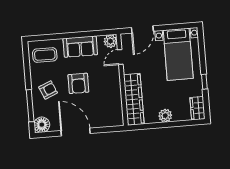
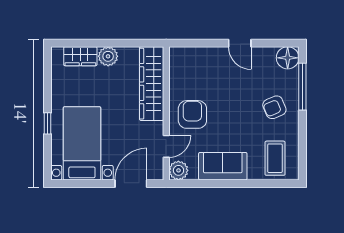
coffee table: (45, 55) -> (275, 158), turned 90
window: (204, 82) -> (47, 123), moved
armchair: (78, 83) -> (192, 114), moved
wardrobe: (197, 108) -> (80, 56), moved, turned 90
door: (76, 132) -> (240, 43), width x0.53

